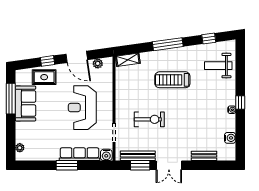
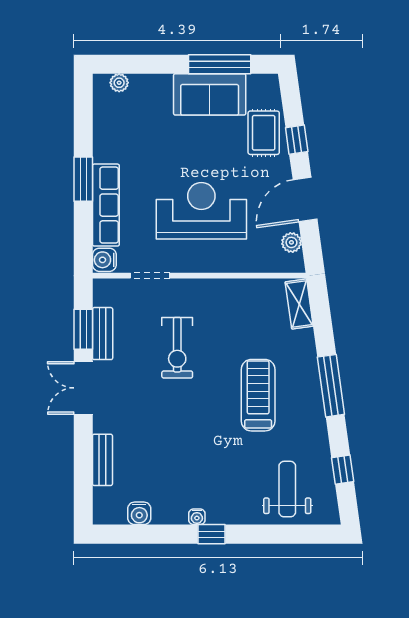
bench: (138, 156) -> (103, 334), width x0.73

